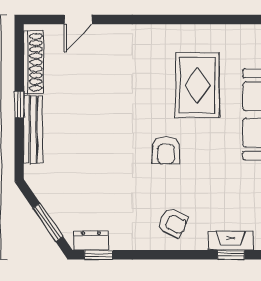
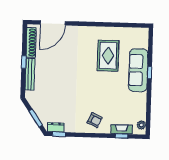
door: (78, 20) -> (53, 23), width x1.87
armchair: (166, 150) -> (92, 86), removed

